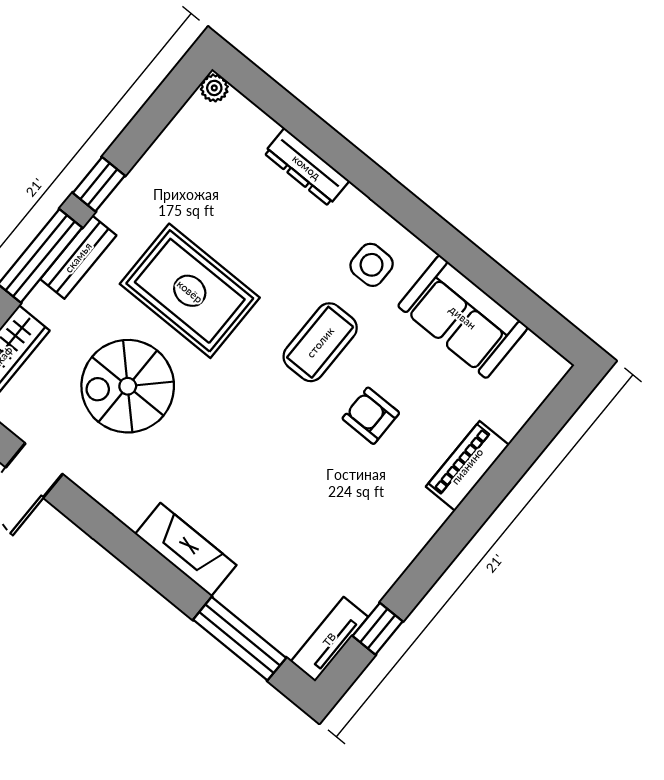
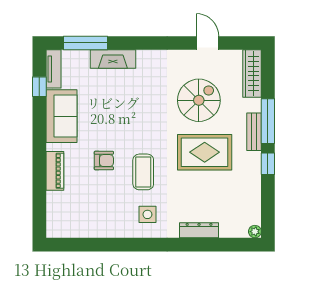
sofa: (463, 317) -> (61, 116), moved, turned 90
fireplace: (186, 550) -> (113, 59), moved

